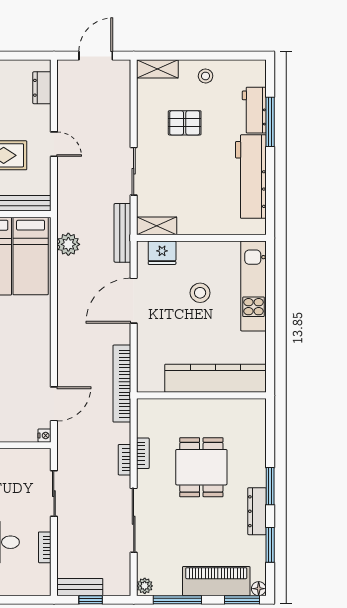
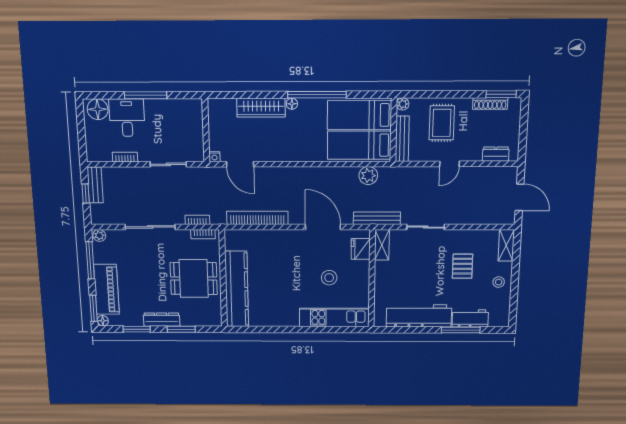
kitchen counter: (216, 378) -> (237, 289), moved
wall: (201, 395) -> (223, 279), moved

